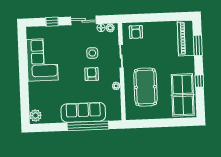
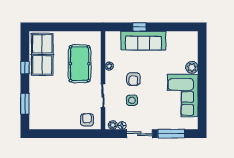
window: (52, 22) -> (171, 134), width x2.17
piano: (186, 38) -> (37, 112), removed
plant: (35, 115) -> (192, 67), moved
window: (88, 126) -> (139, 27), width x0.32

